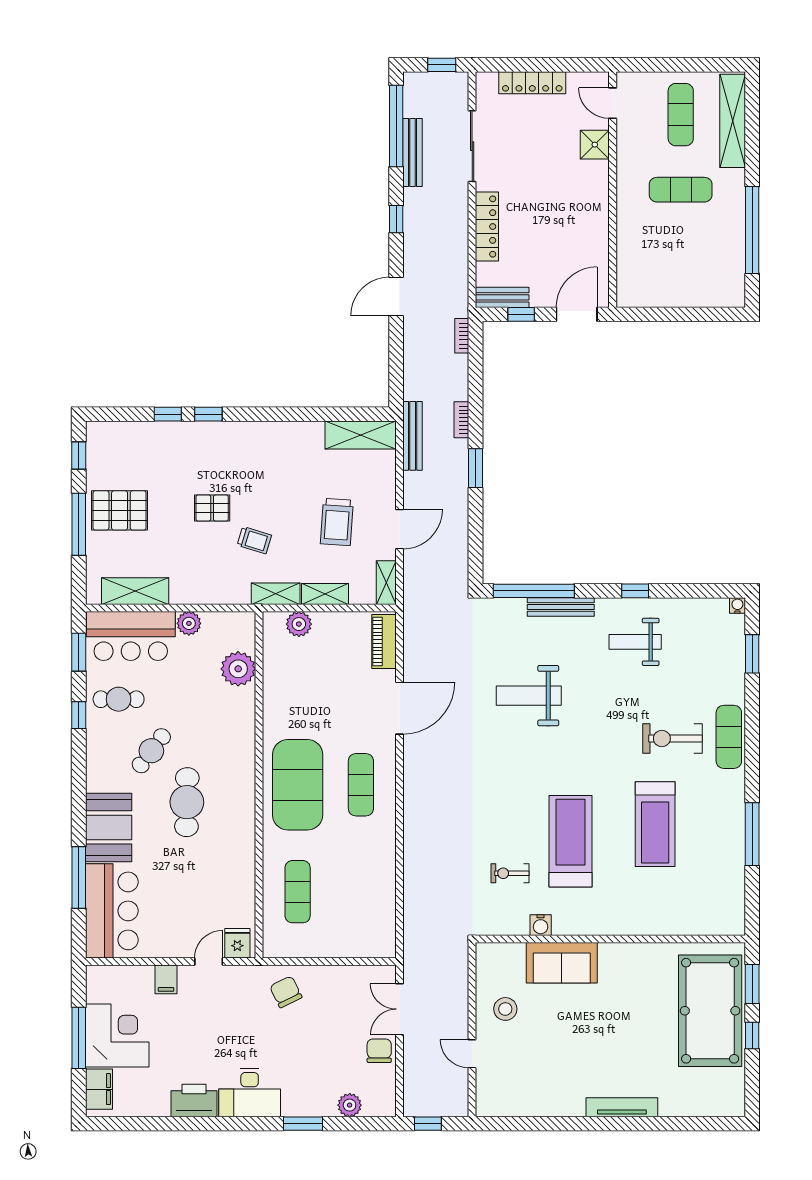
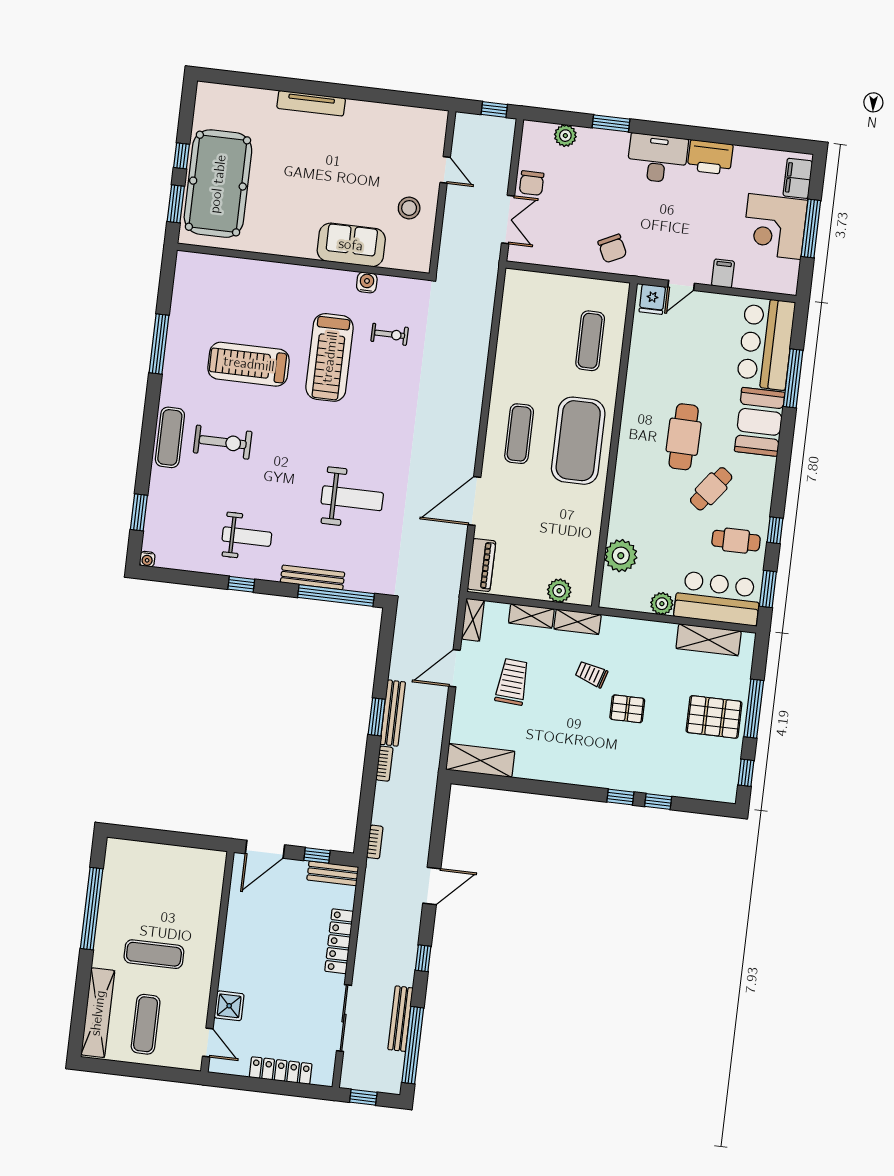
bench: (413, 436) -> (393, 713), moved
treadmill: (655, 824) -> (249, 364), turned -90

